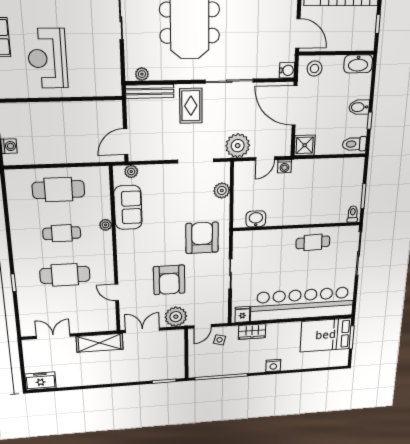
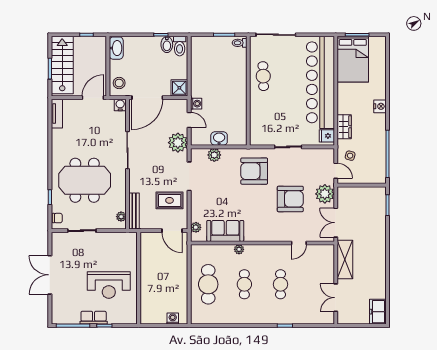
rug: (191, 106) -> (170, 200), moved
bidet: (359, 107) -> (167, 44), moved
washbasin: (256, 219) -> (219, 138), moved, turned 90
cafe table: (65, 275) -> (280, 284), width x0.73, depth x0.74

